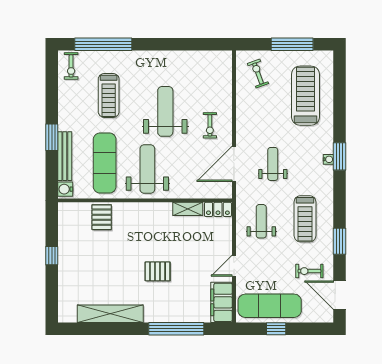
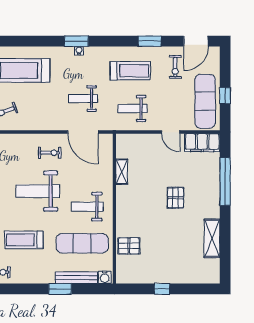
treadmill: (109, 95) -> (24, 240), turned 180
weight bench: (147, 169) -> (87, 207), width x0.73, depth x0.75
locker: (218, 209) -> (122, 146), removed
shelving: (110, 314) -> (212, 238), width x0.68

